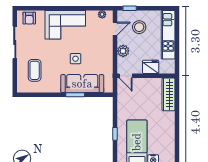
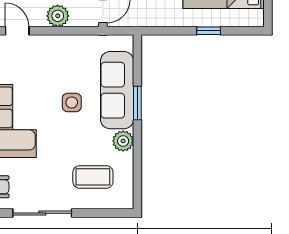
plant: (54, 87) -> (123, 141), added

